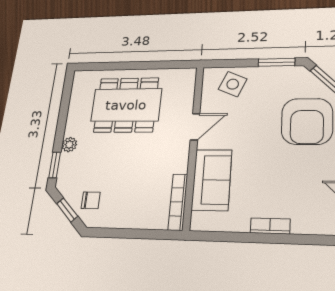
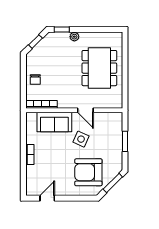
window: (277, 62) -> (125, 141), moved
side table: (233, 84) -> (81, 139), moved
chair: (91, 200) -> (35, 79), moved

